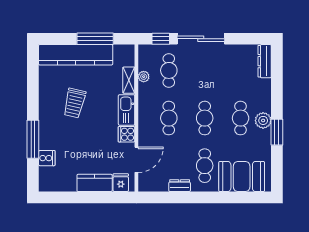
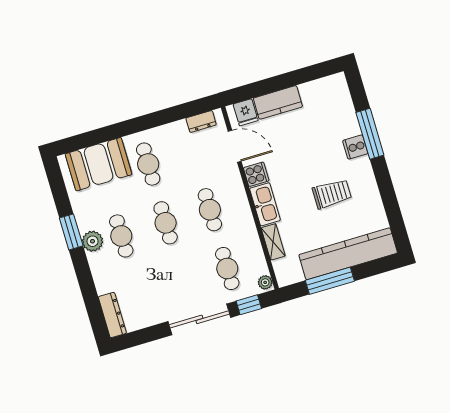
plant: (144, 77) -> (265, 282), moved
trolley: (75, 103) -> (332, 194), turned 77
cooker: (47, 158) -> (355, 147), moved
door: (136, 160) -> (235, 146), swing flipped
dresser: (180, 186) -> (201, 121), moved

